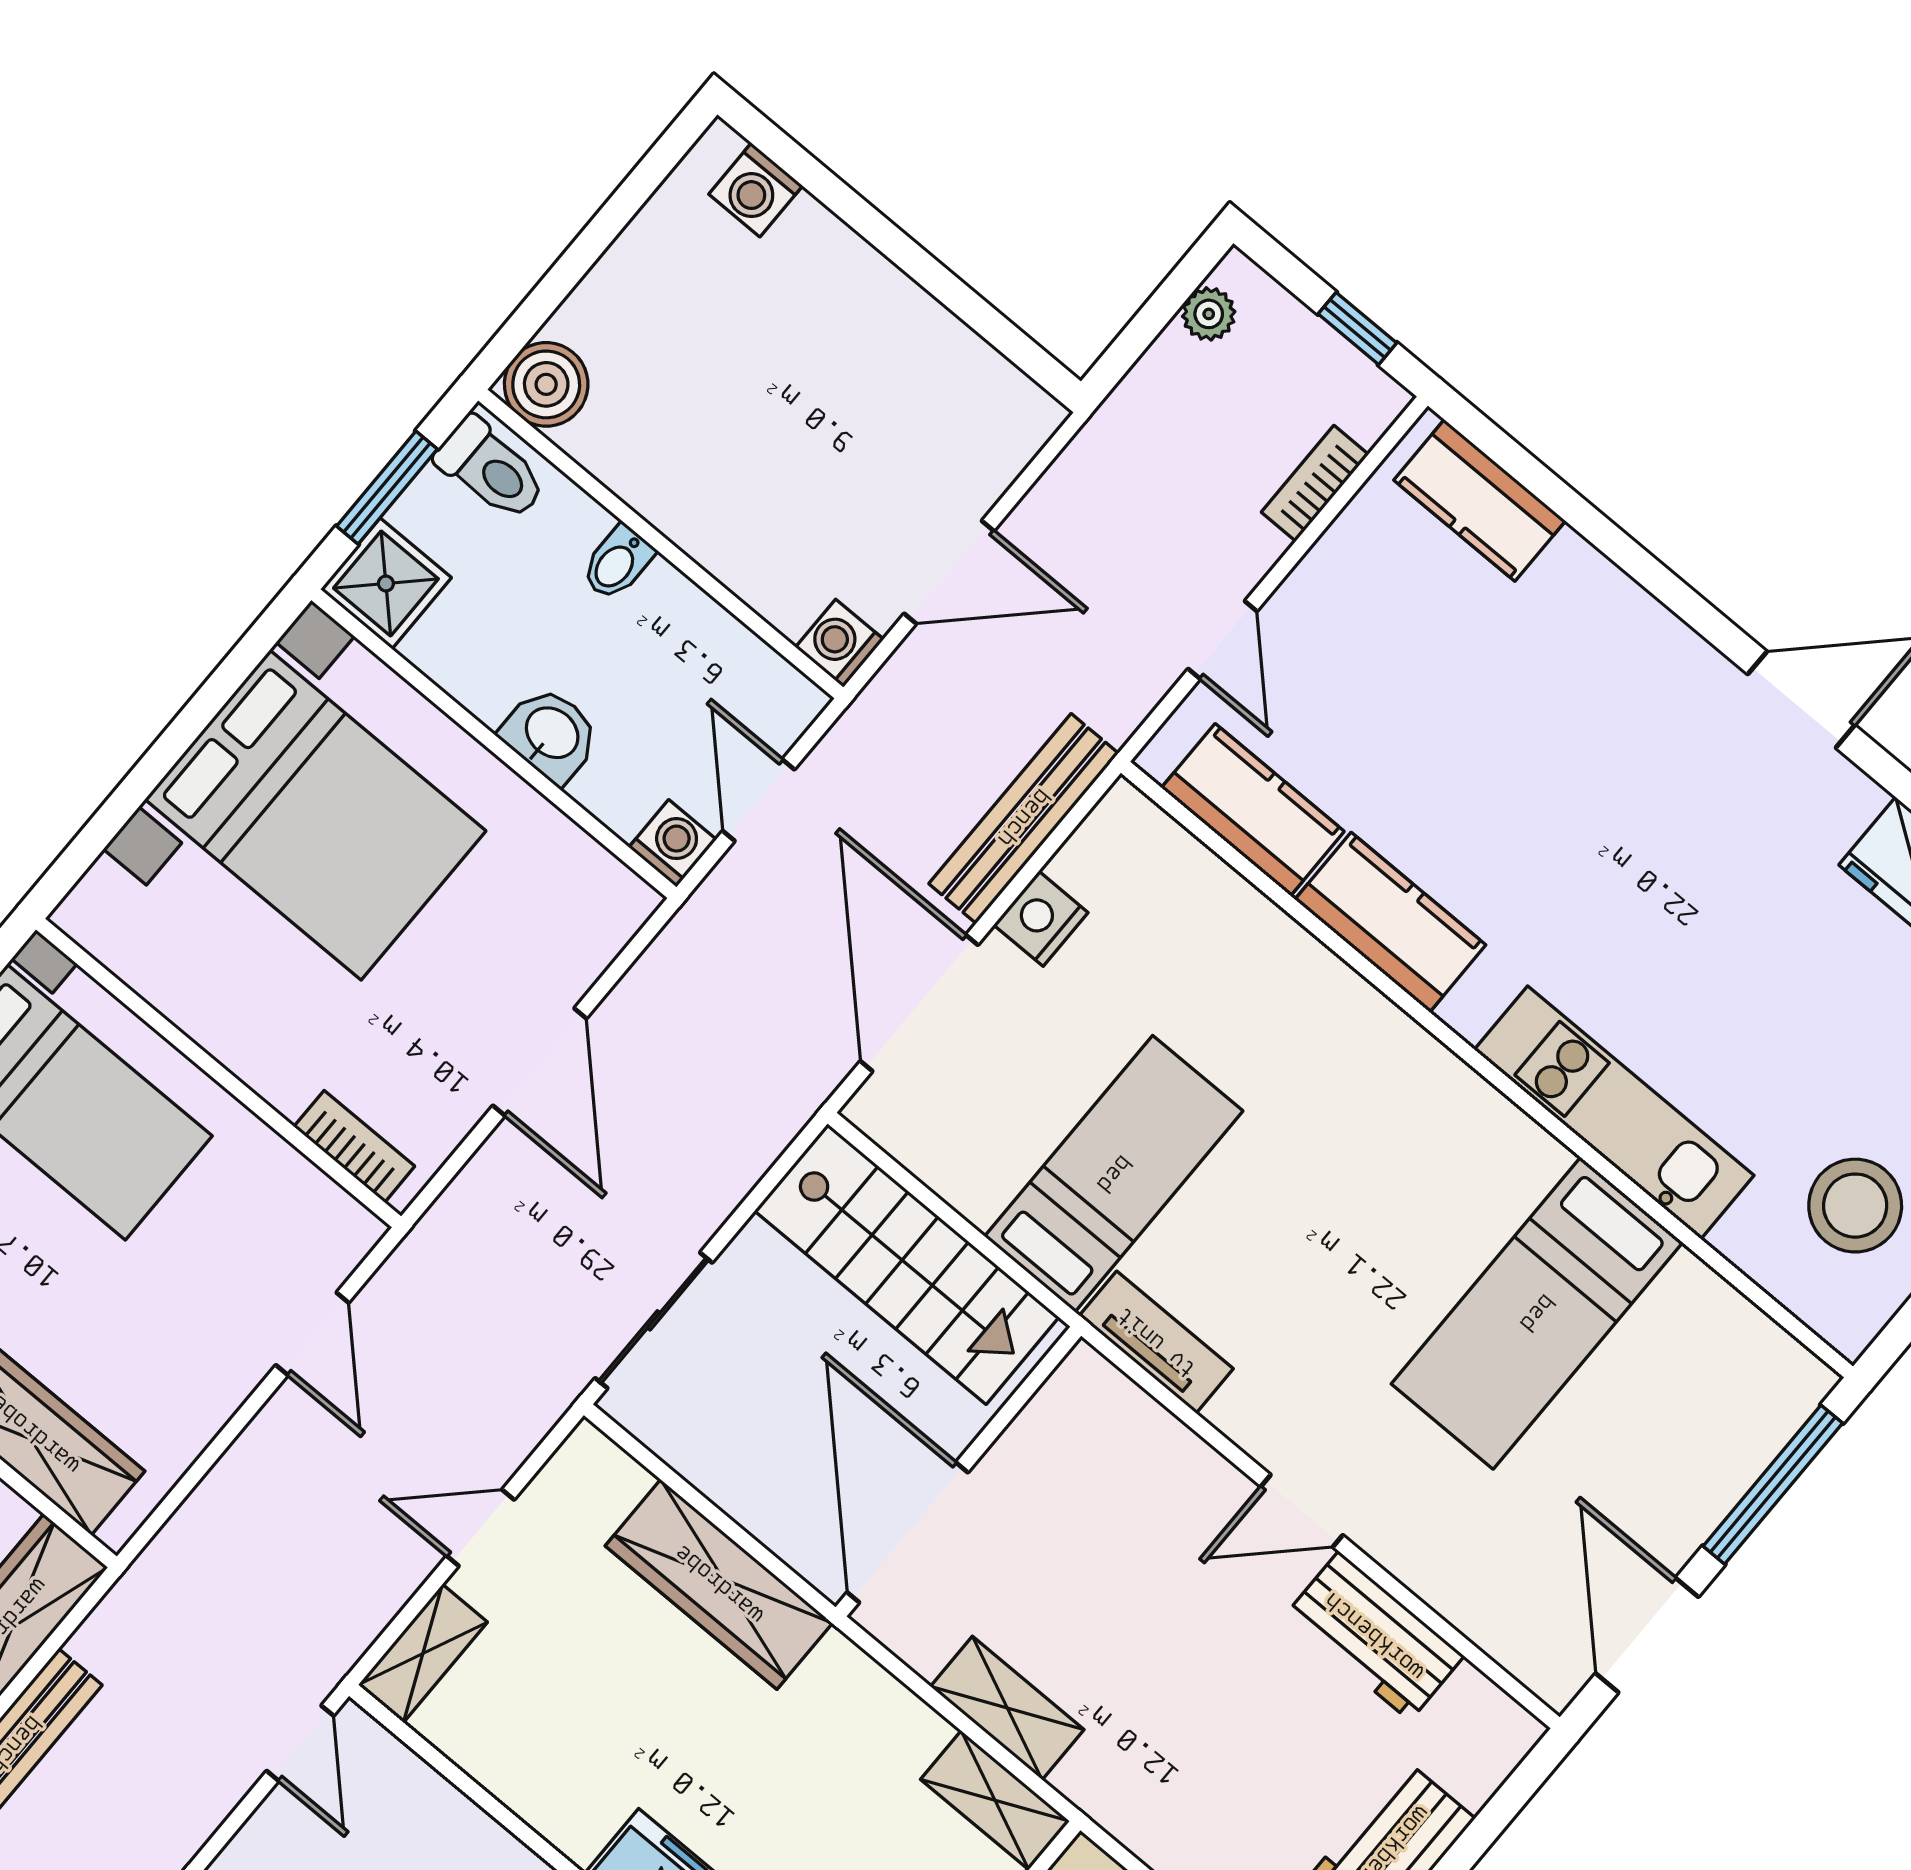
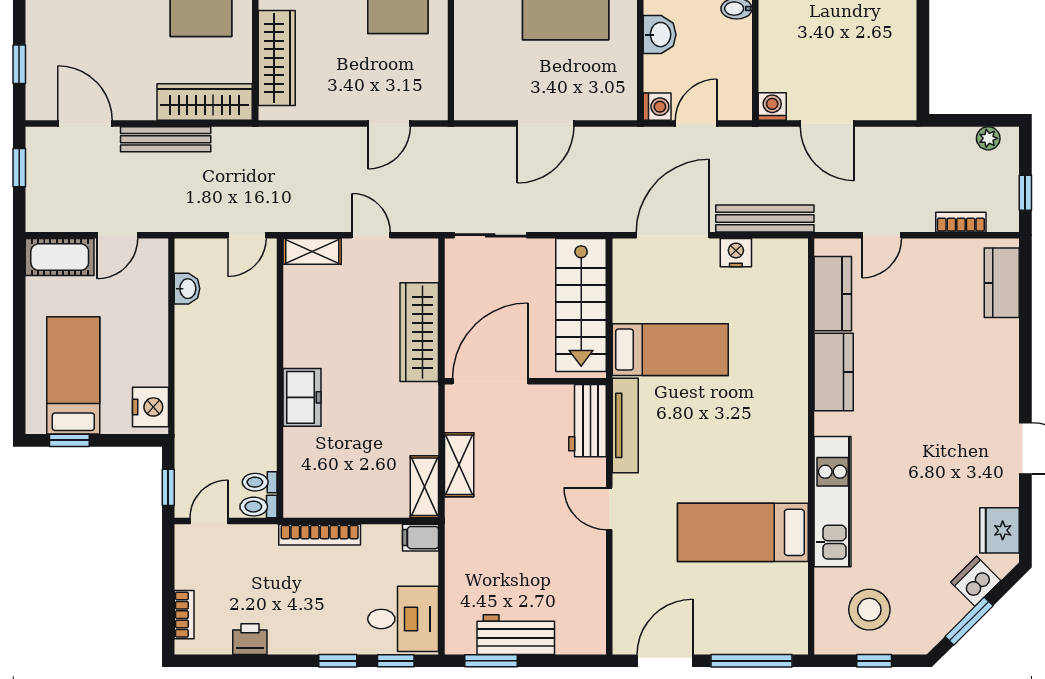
bookcase: (354, 1146) -> (464, 85), removed
tv unit: (1156, 1342) -> (625, 425), width x1.41
workbench: (1374, 1636) -> (587, 421), moved

